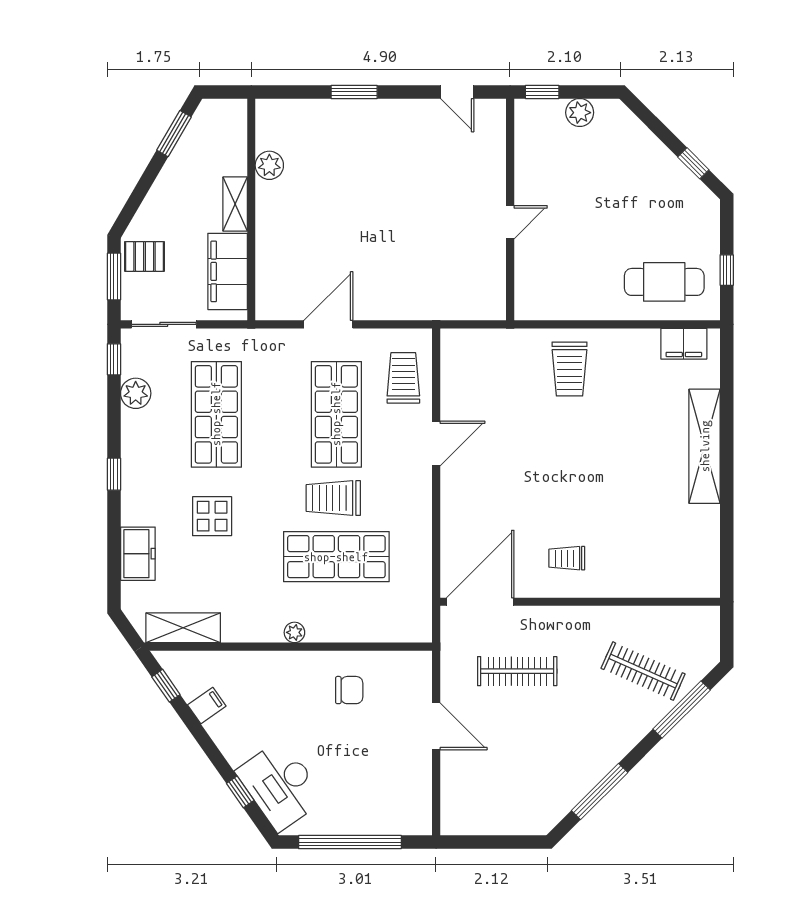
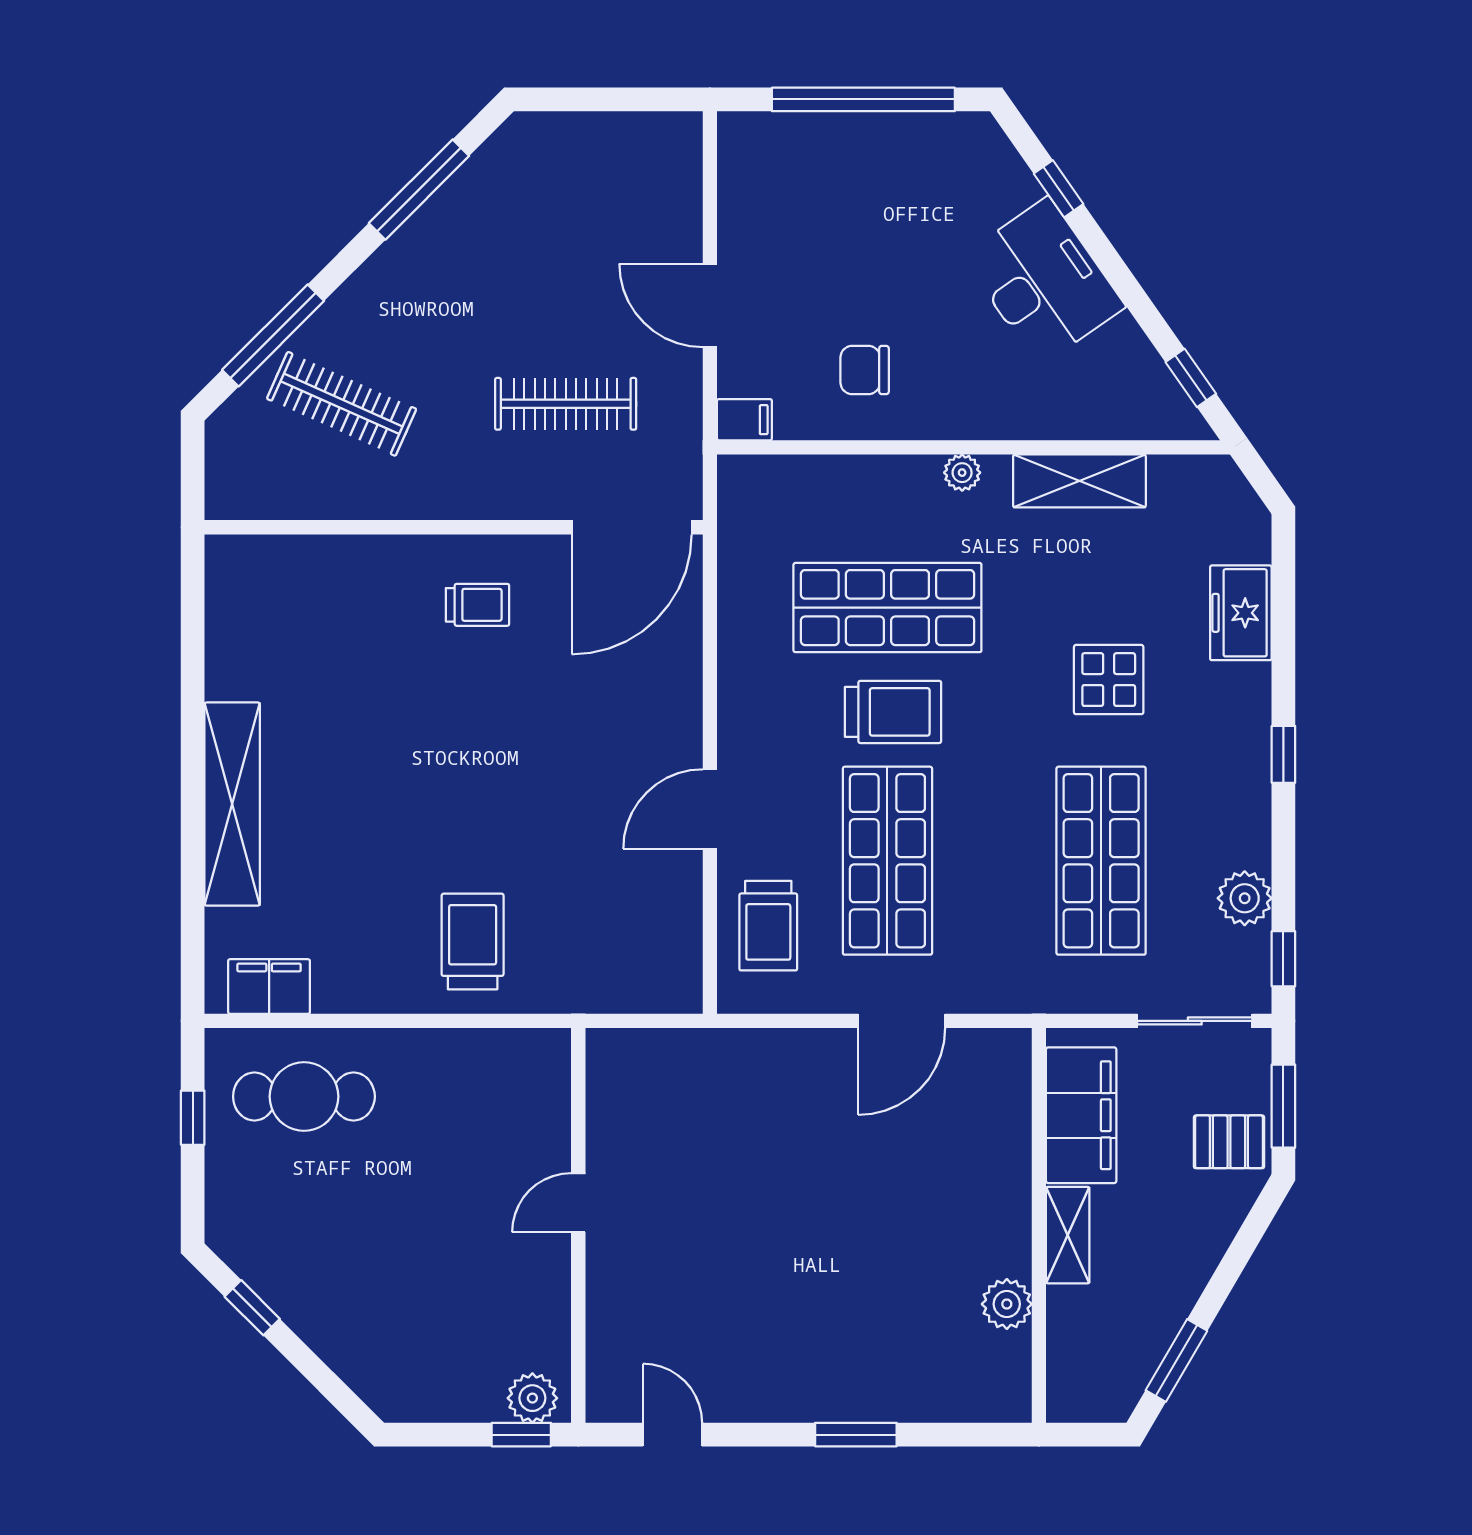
plant: (580, 113) -> (532, 1398), moved
shelving: (183, 628) -> (1079, 481), moved
filing cabinet: (207, 706) -> (744, 420), moved, turned -145
desk: (280, 785) -> (1044, 282), moved

